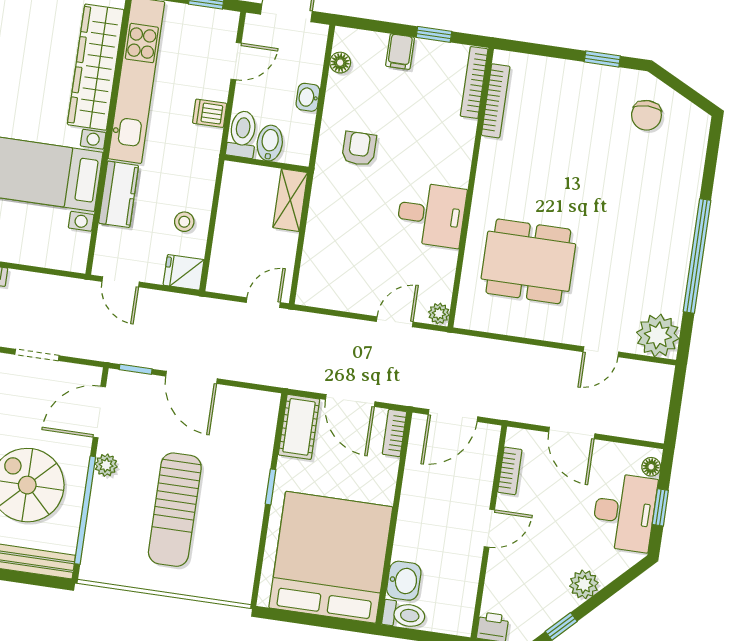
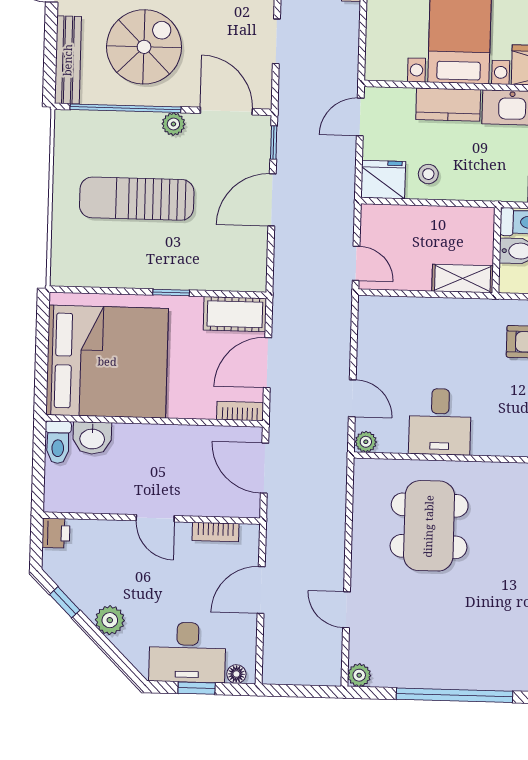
desk: (431, 215) -> (440, 422), moved
fridge: (184, 272) -> (383, 180), width x1.38
plant: (658, 335) -> (359, 675), width x0.53, depth x0.53

